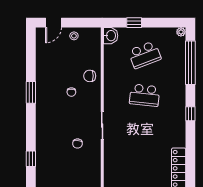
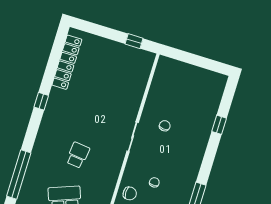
school desk: (145, 95) -> (78, 155), width x0.54
window: (190, 114) -> (41, 101), moved

